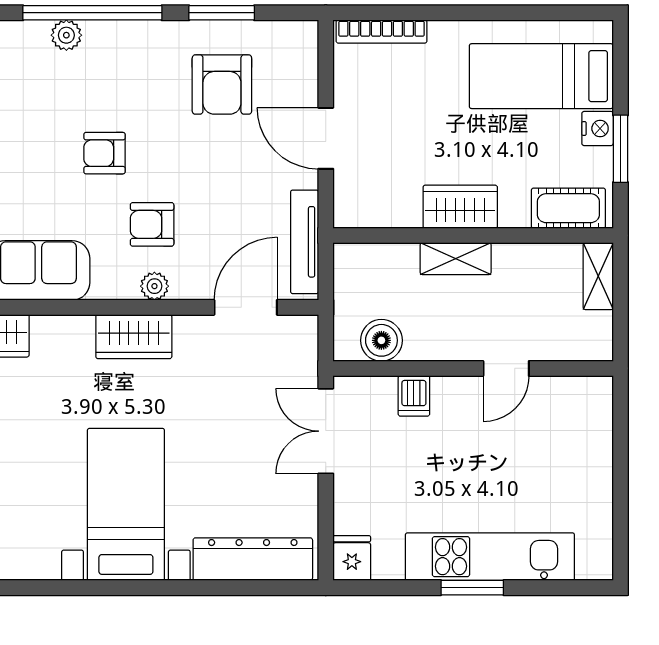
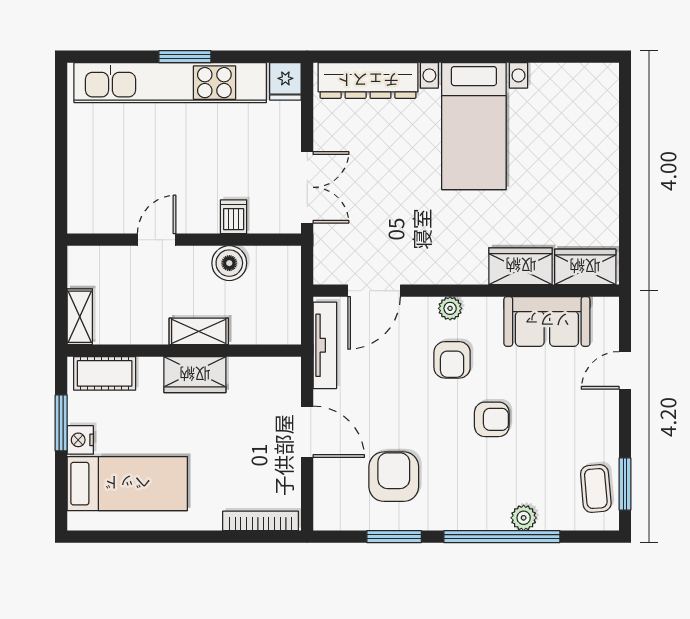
armchair: (152, 224) -> (452, 360), turned 90
wardrobe: (134, 337) -> (521, 266), moved
boiler: (381, 340) -> (229, 263), moved
kitchen unit: (490, 557) -> (170, 83), width x1.36

